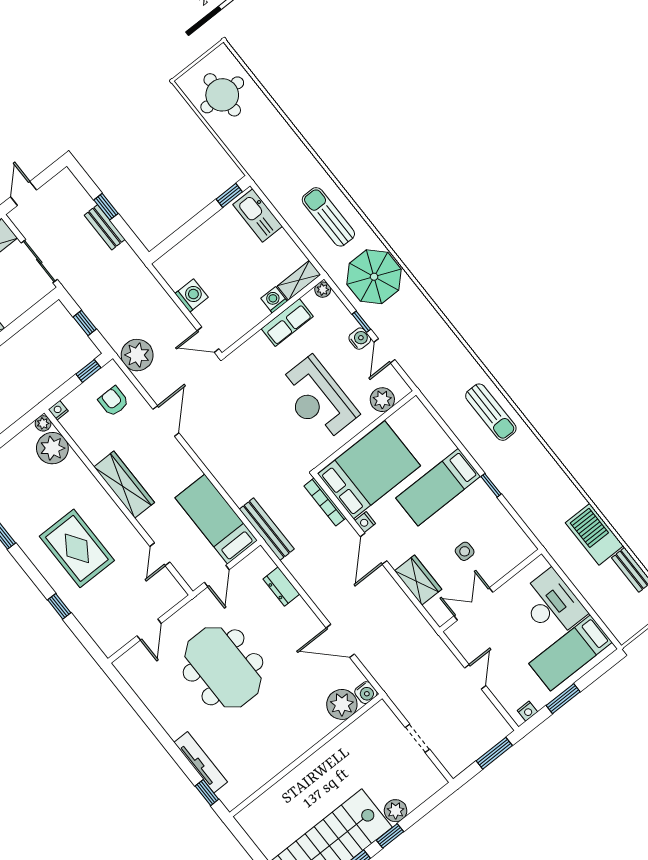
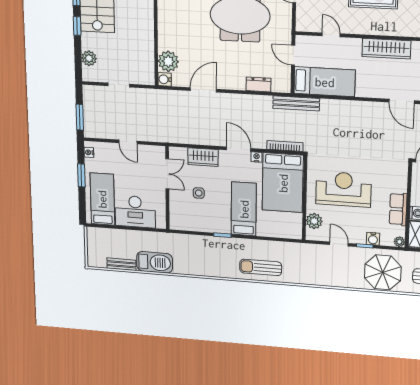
water cooler: (360, 339) -> (373, 239), moved
plant: (396, 811) -> (89, 58), moved

